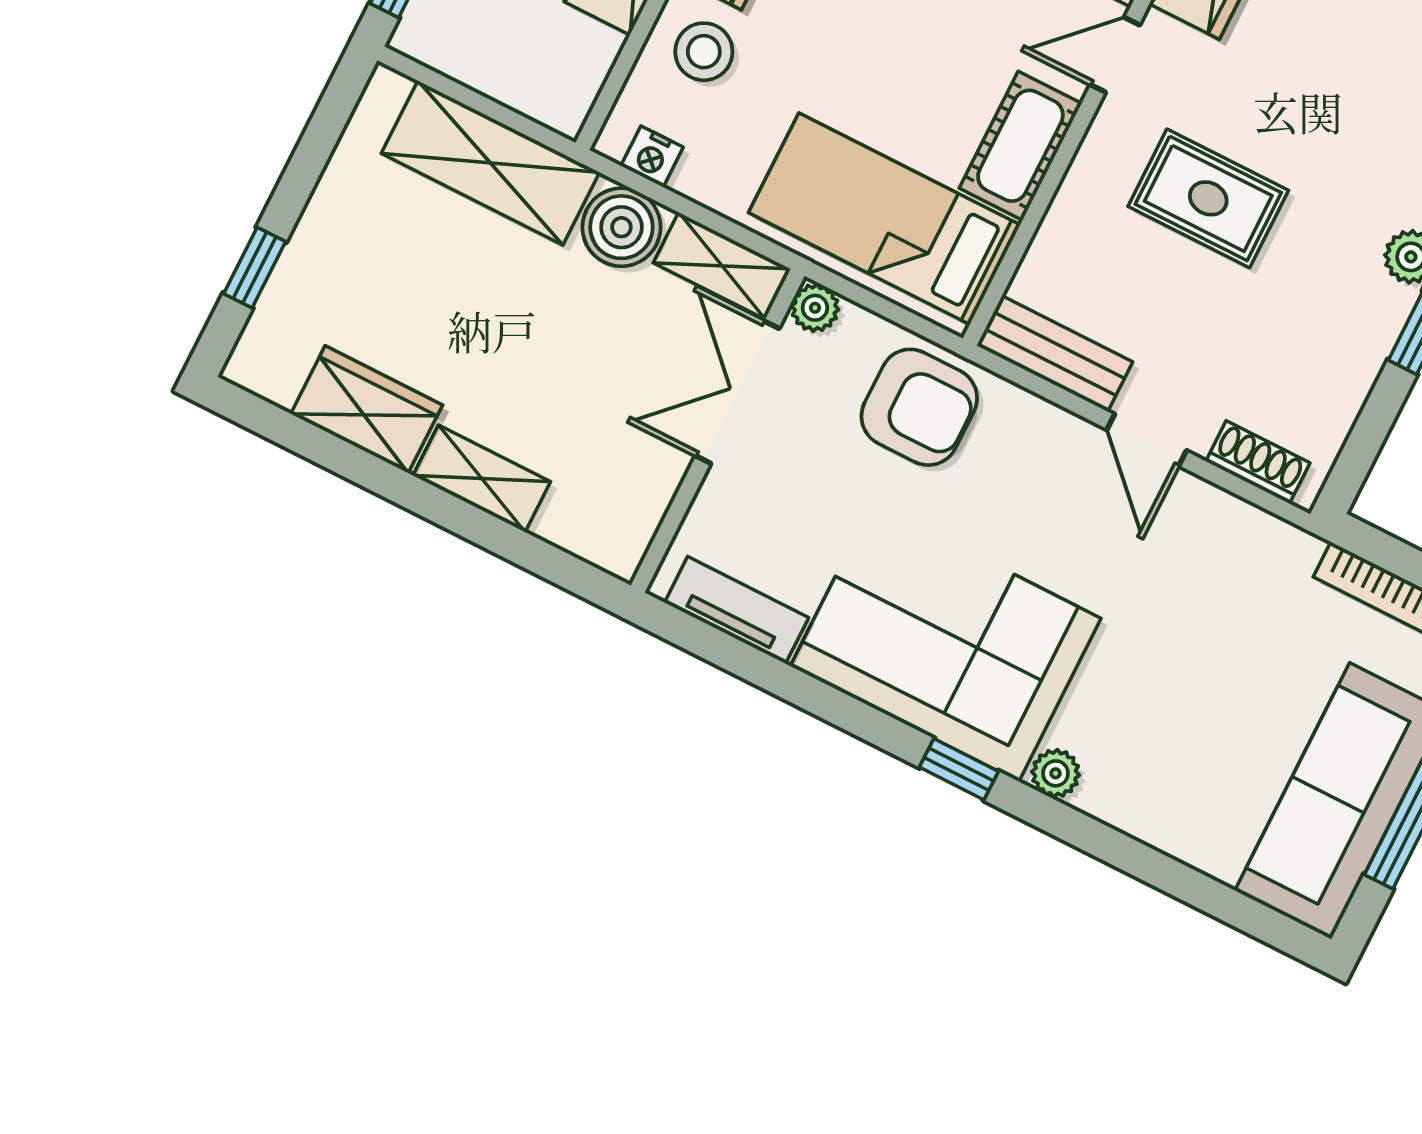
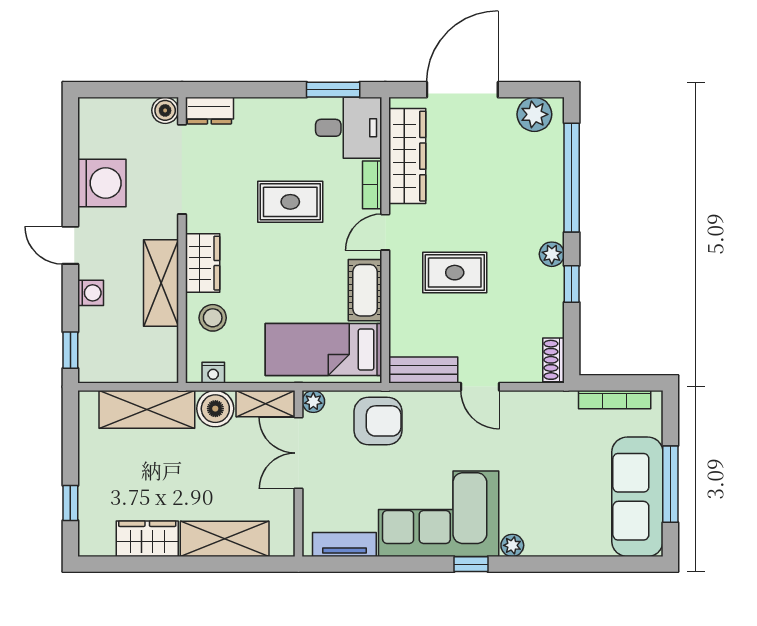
shoe rack: (1258, 462) -> (553, 360), moved, turned -90
shelving: (482, 479) -> (225, 539), width x1.50, depth x1.33

